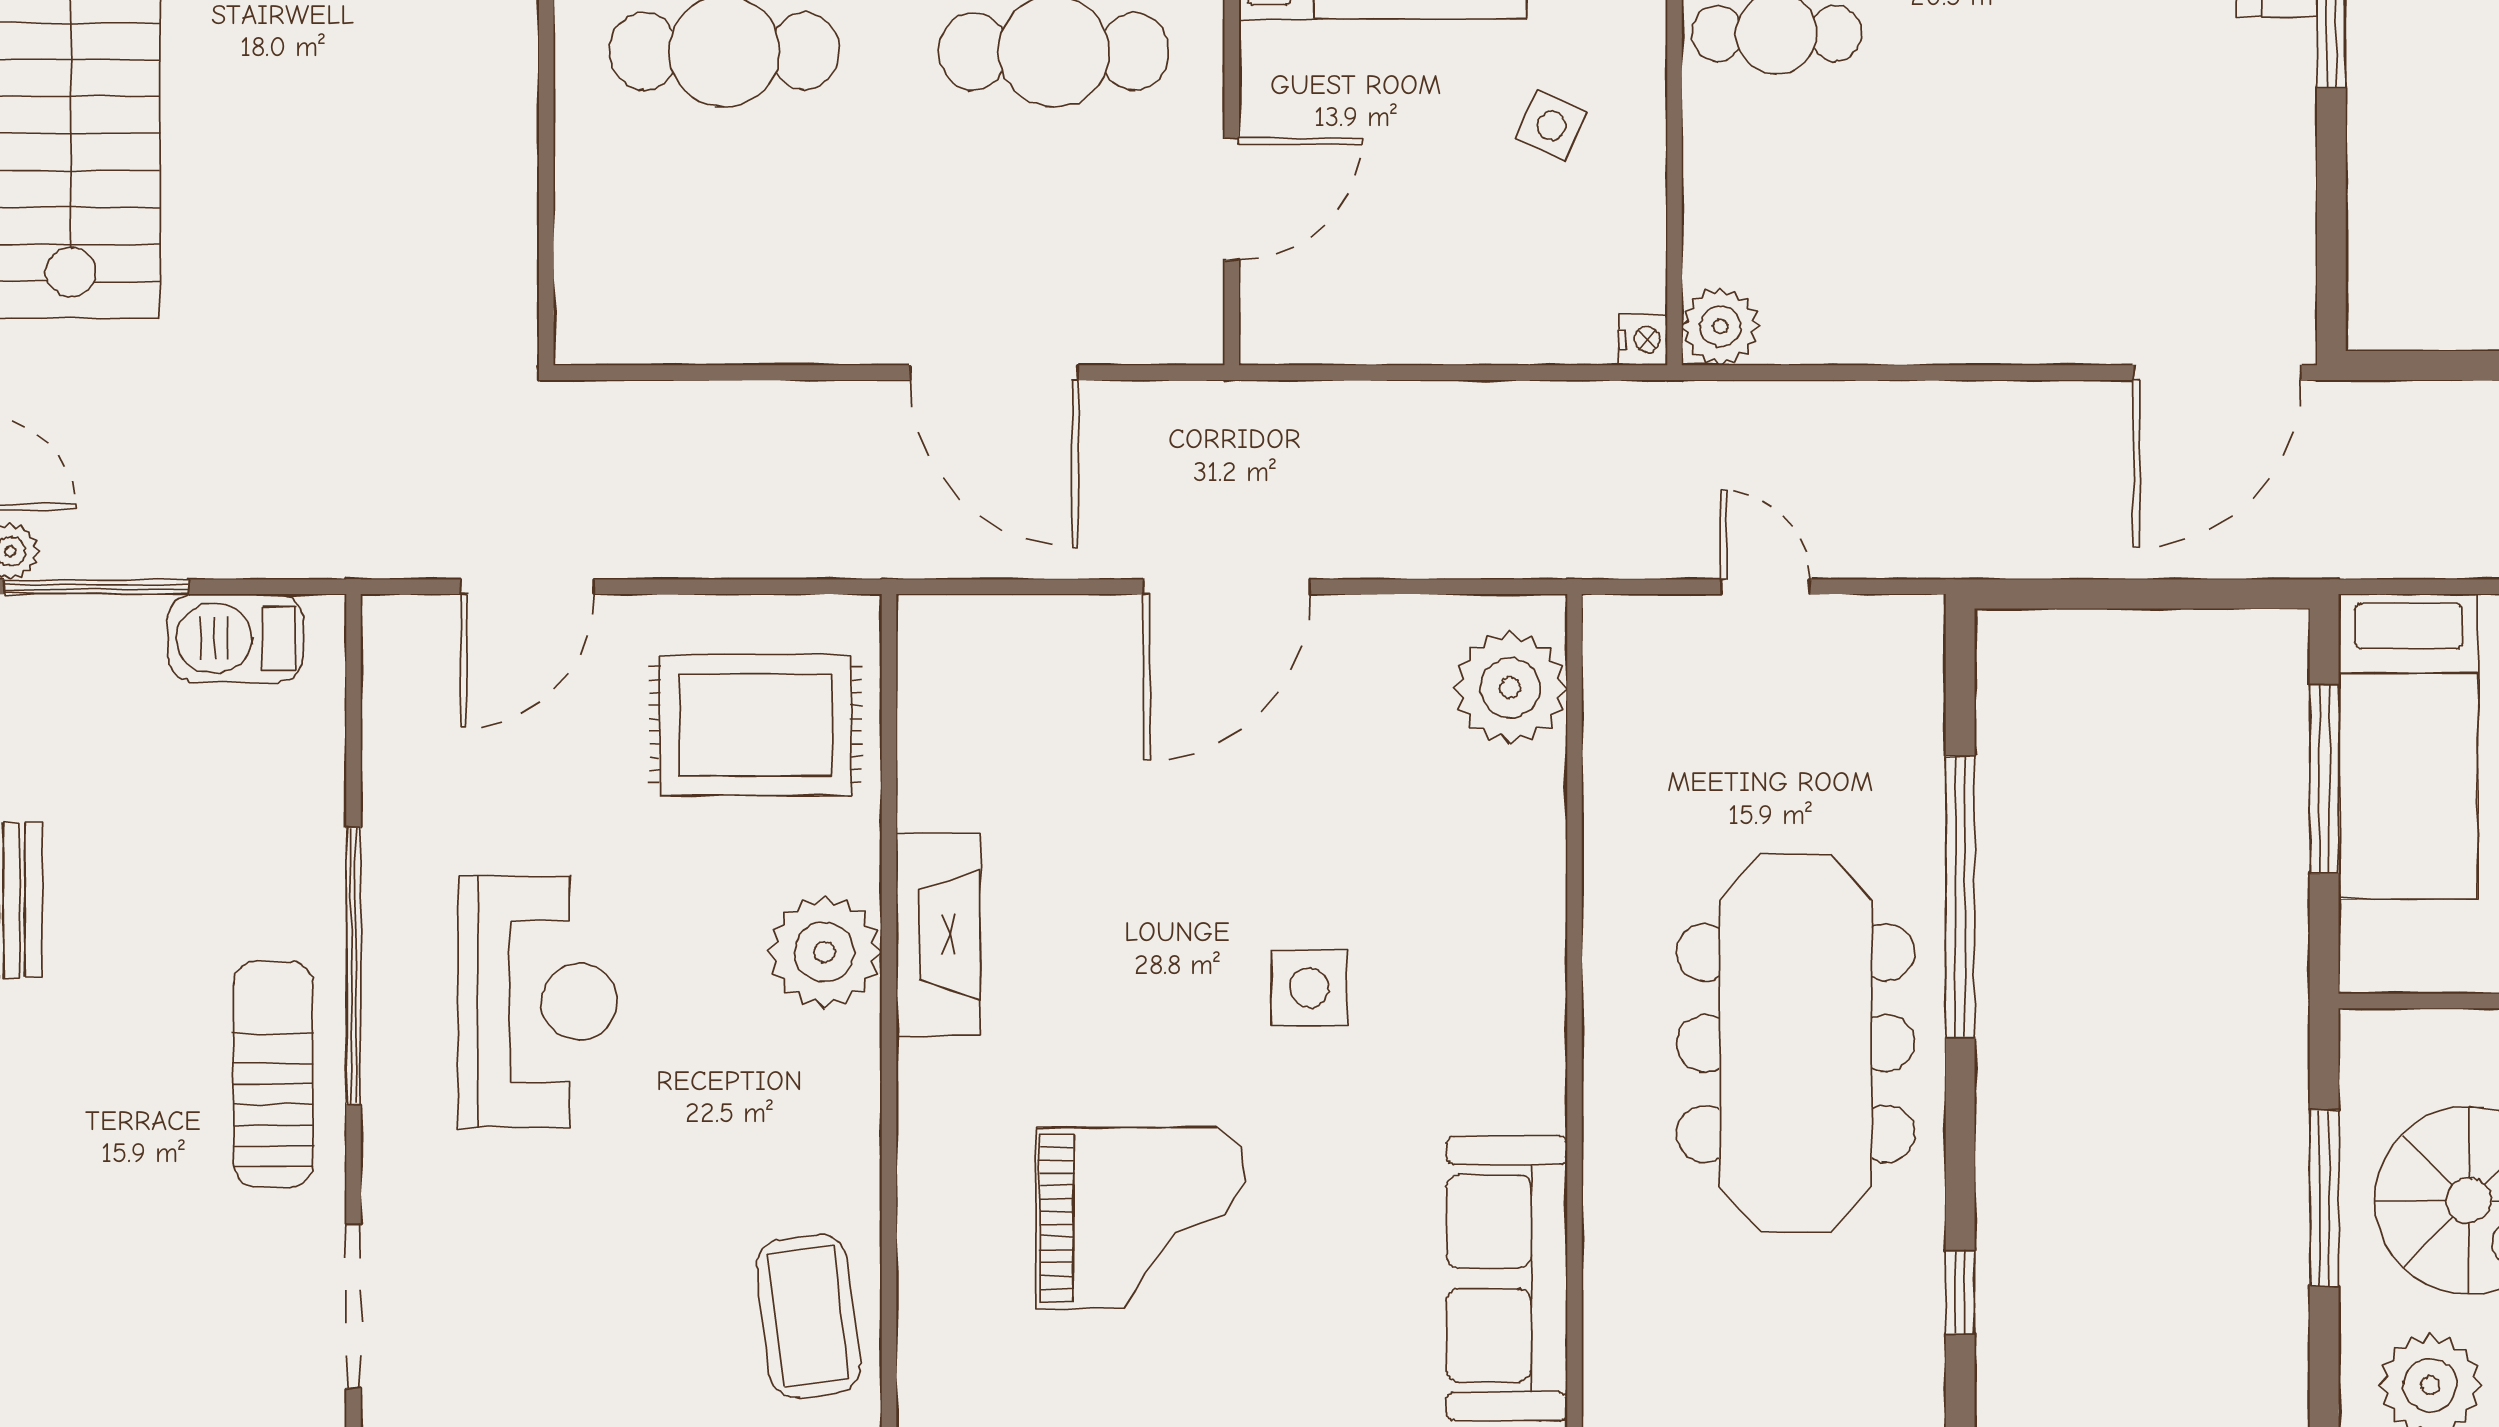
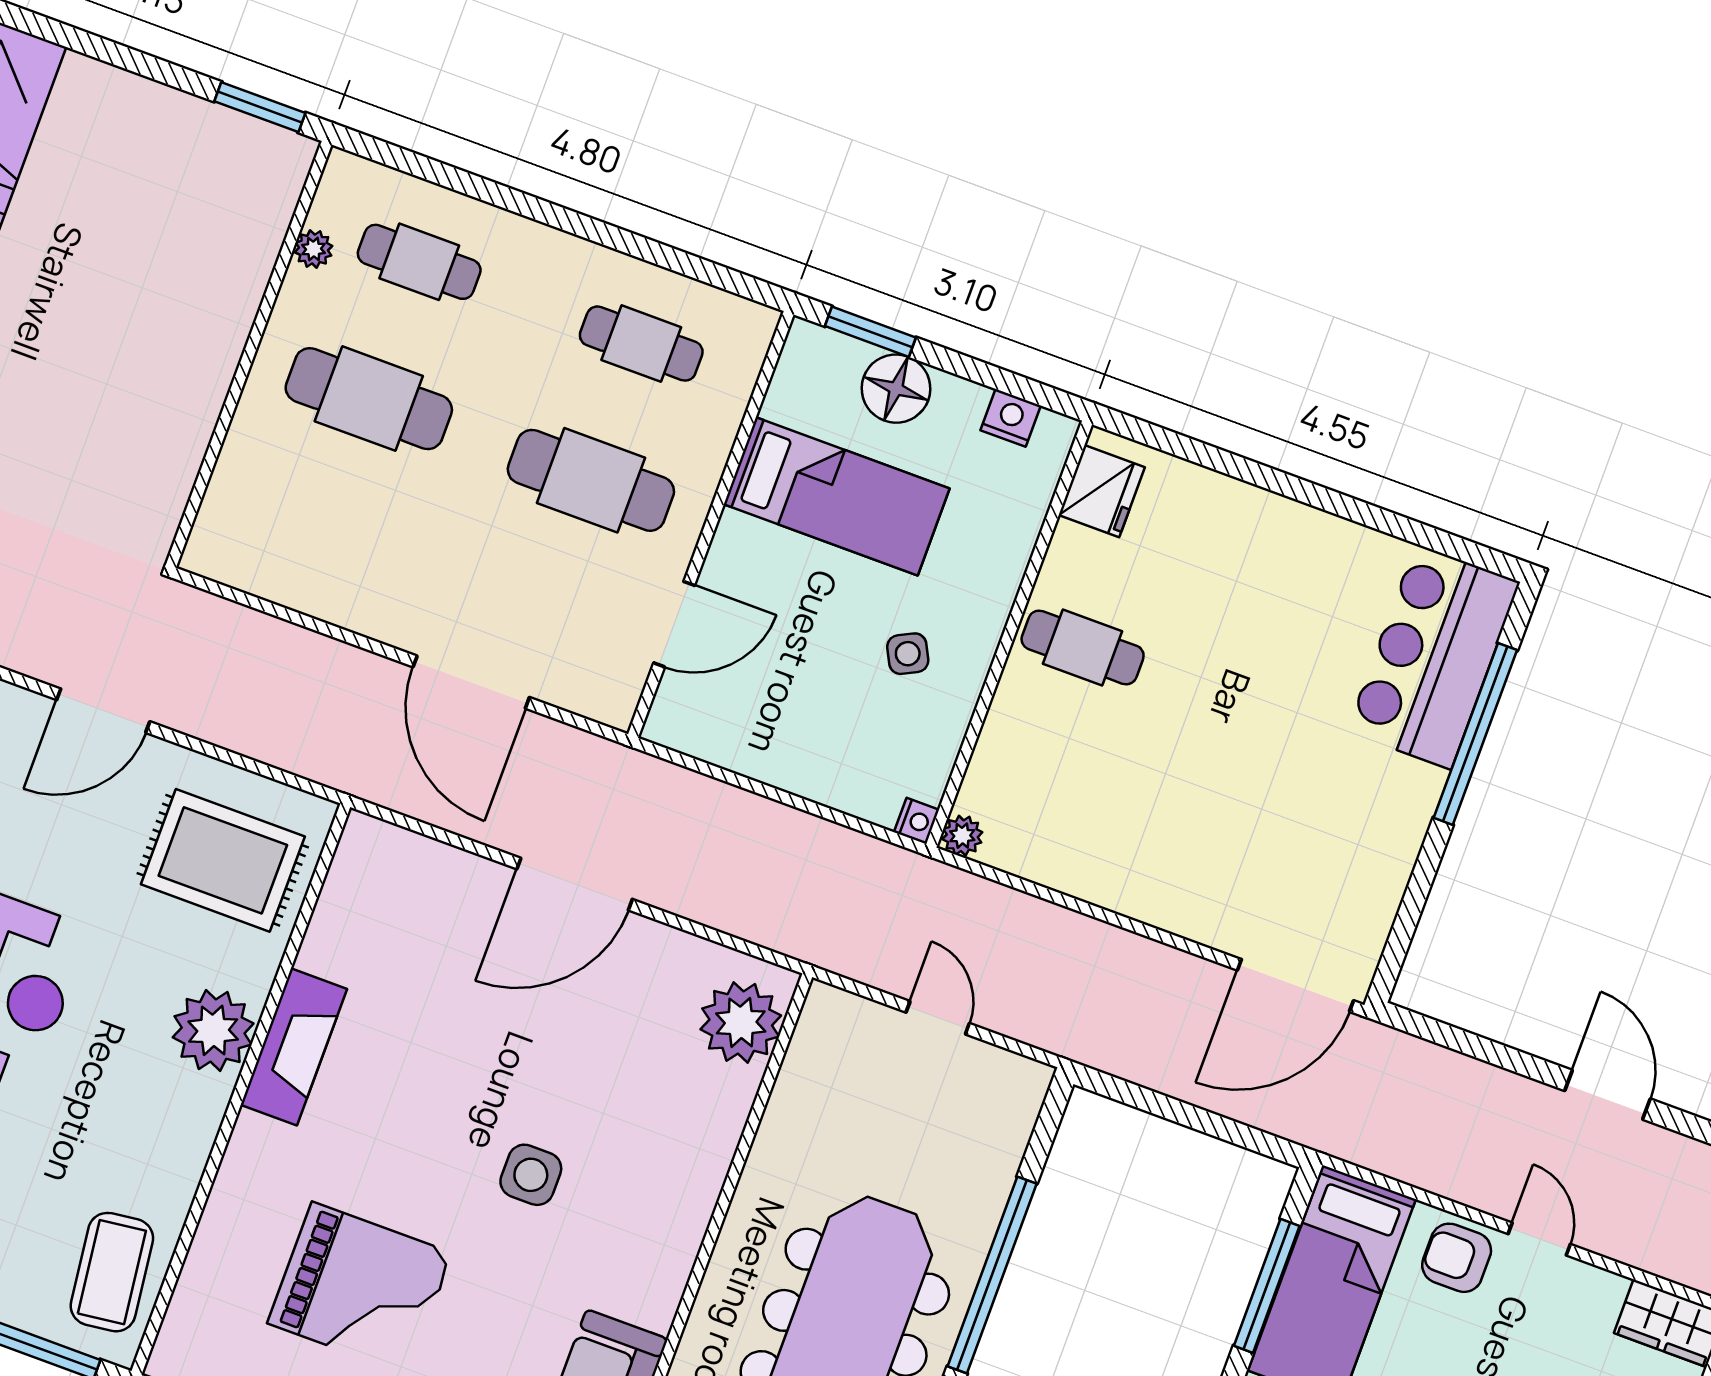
side table: (1551, 125) -> (908, 654), turned 38
plant: (1721, 327) -> (962, 836), width x0.73, depth x0.73

